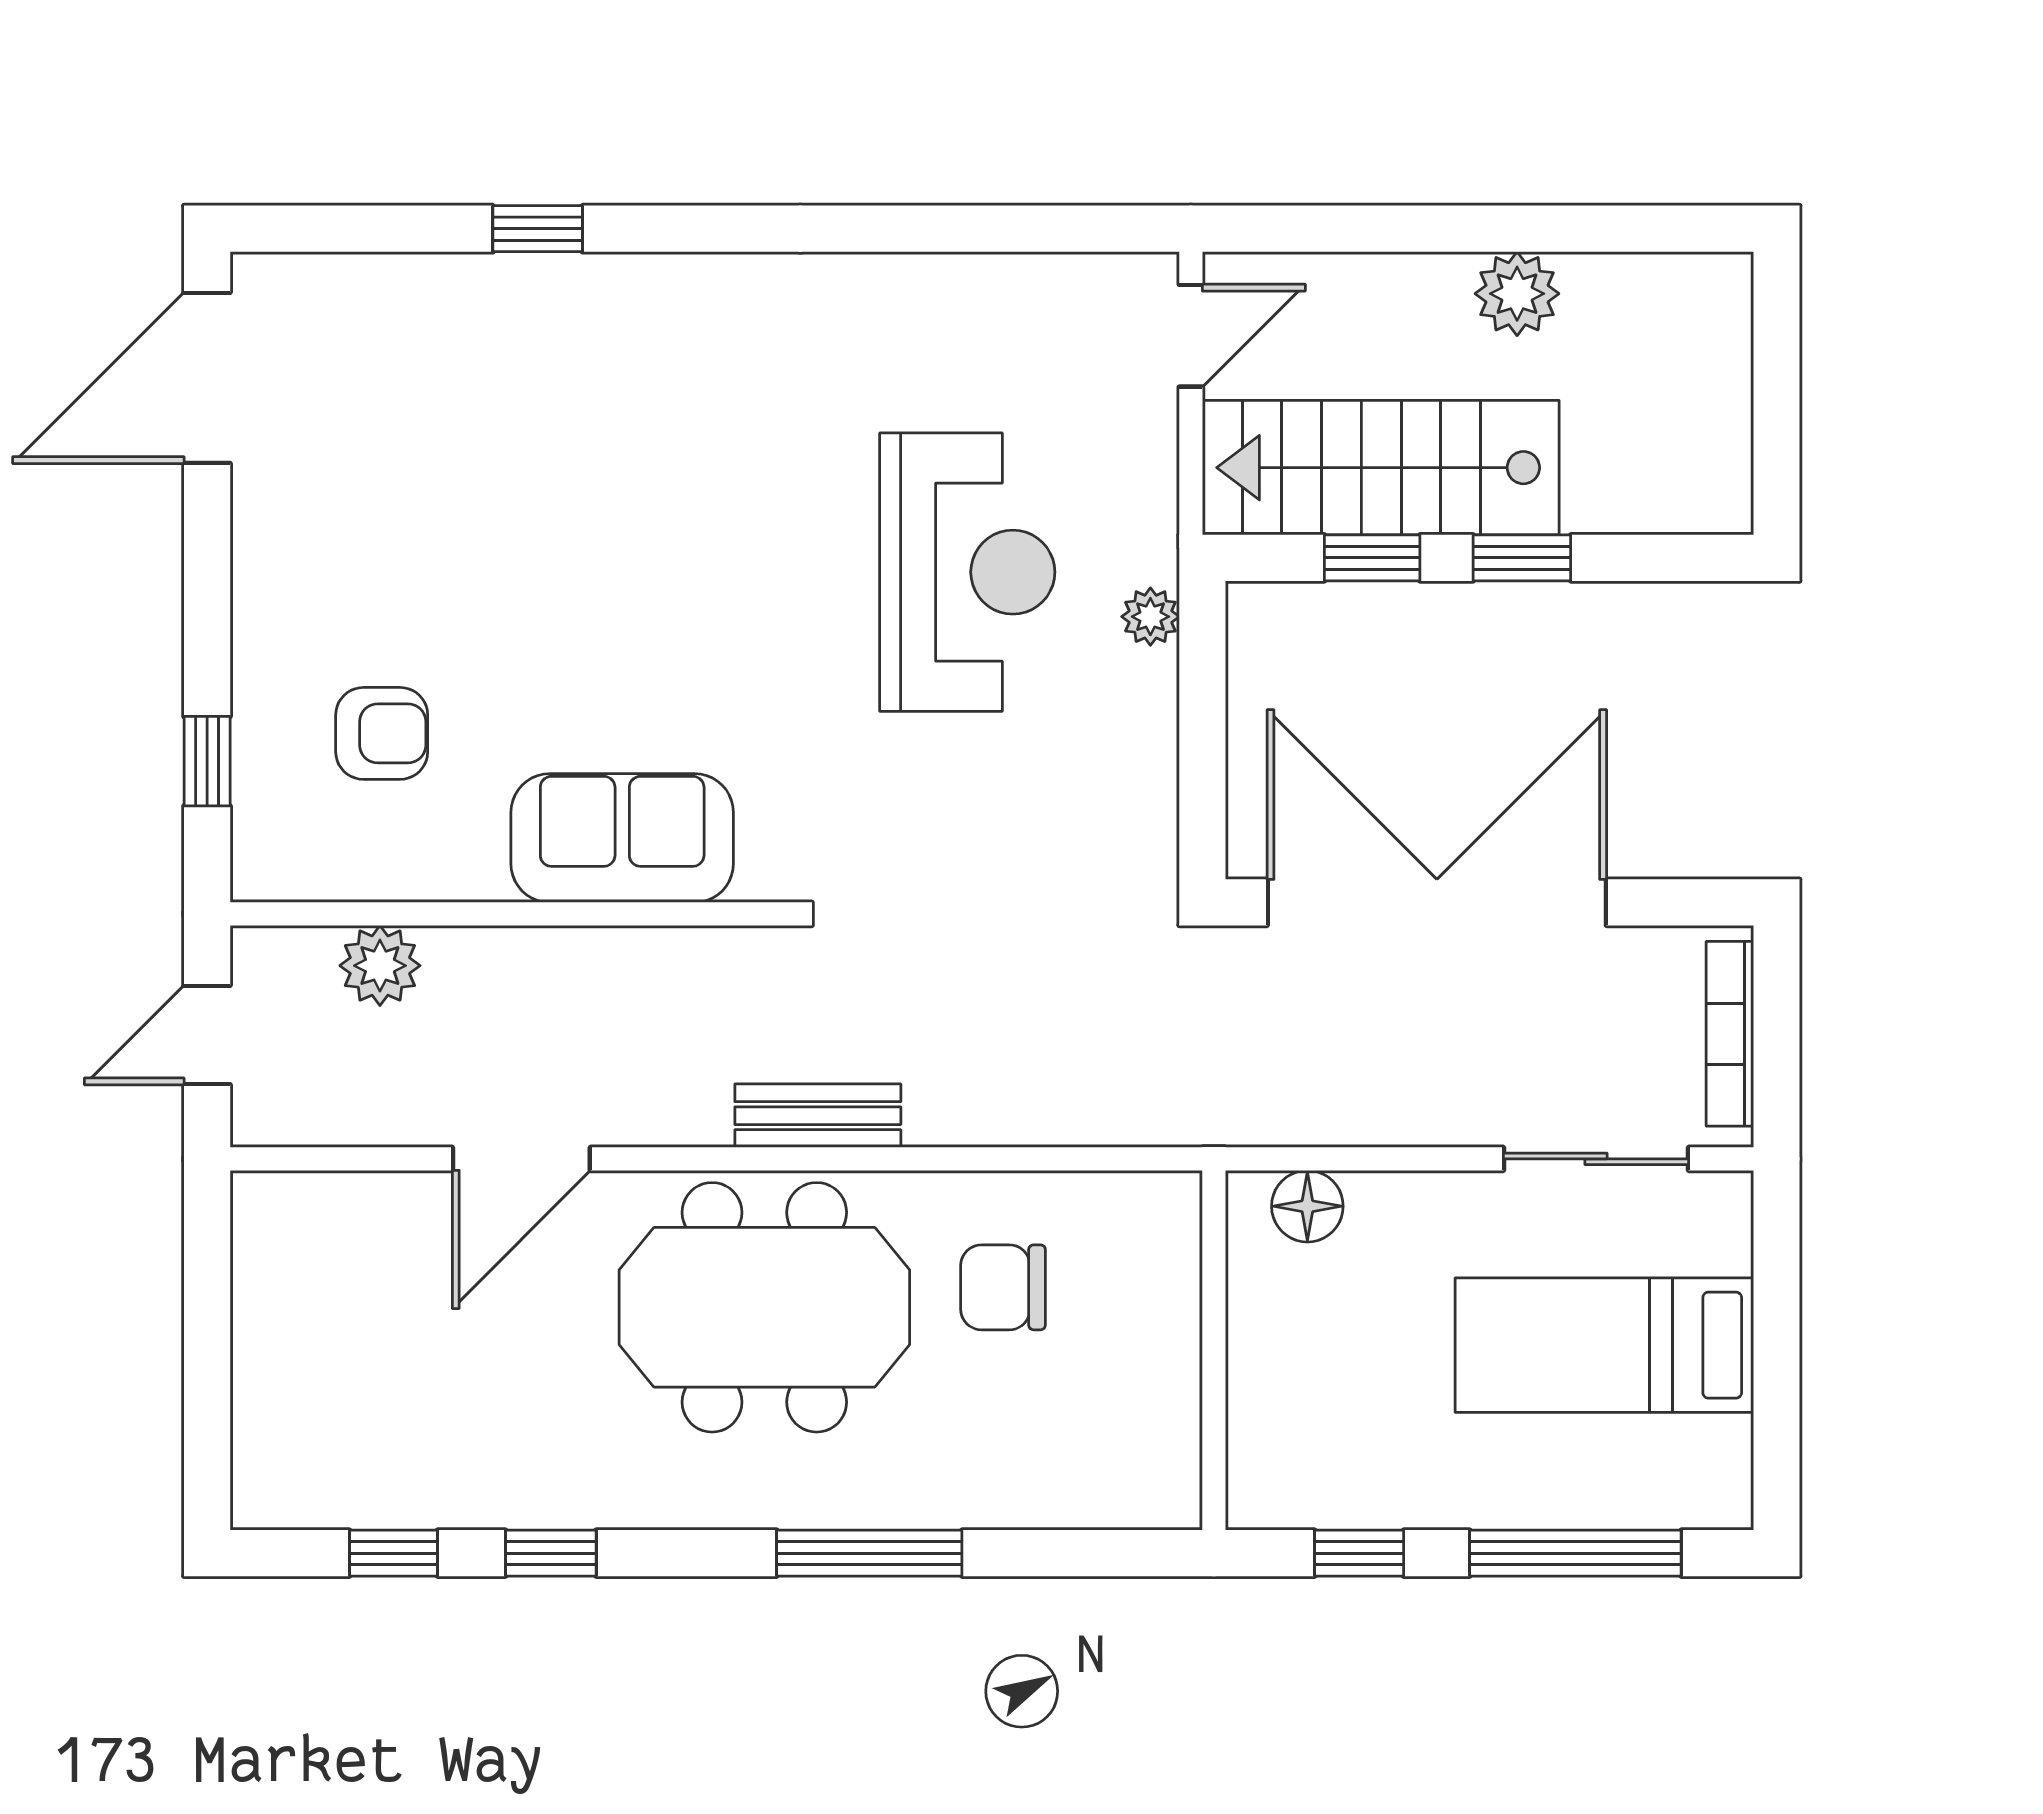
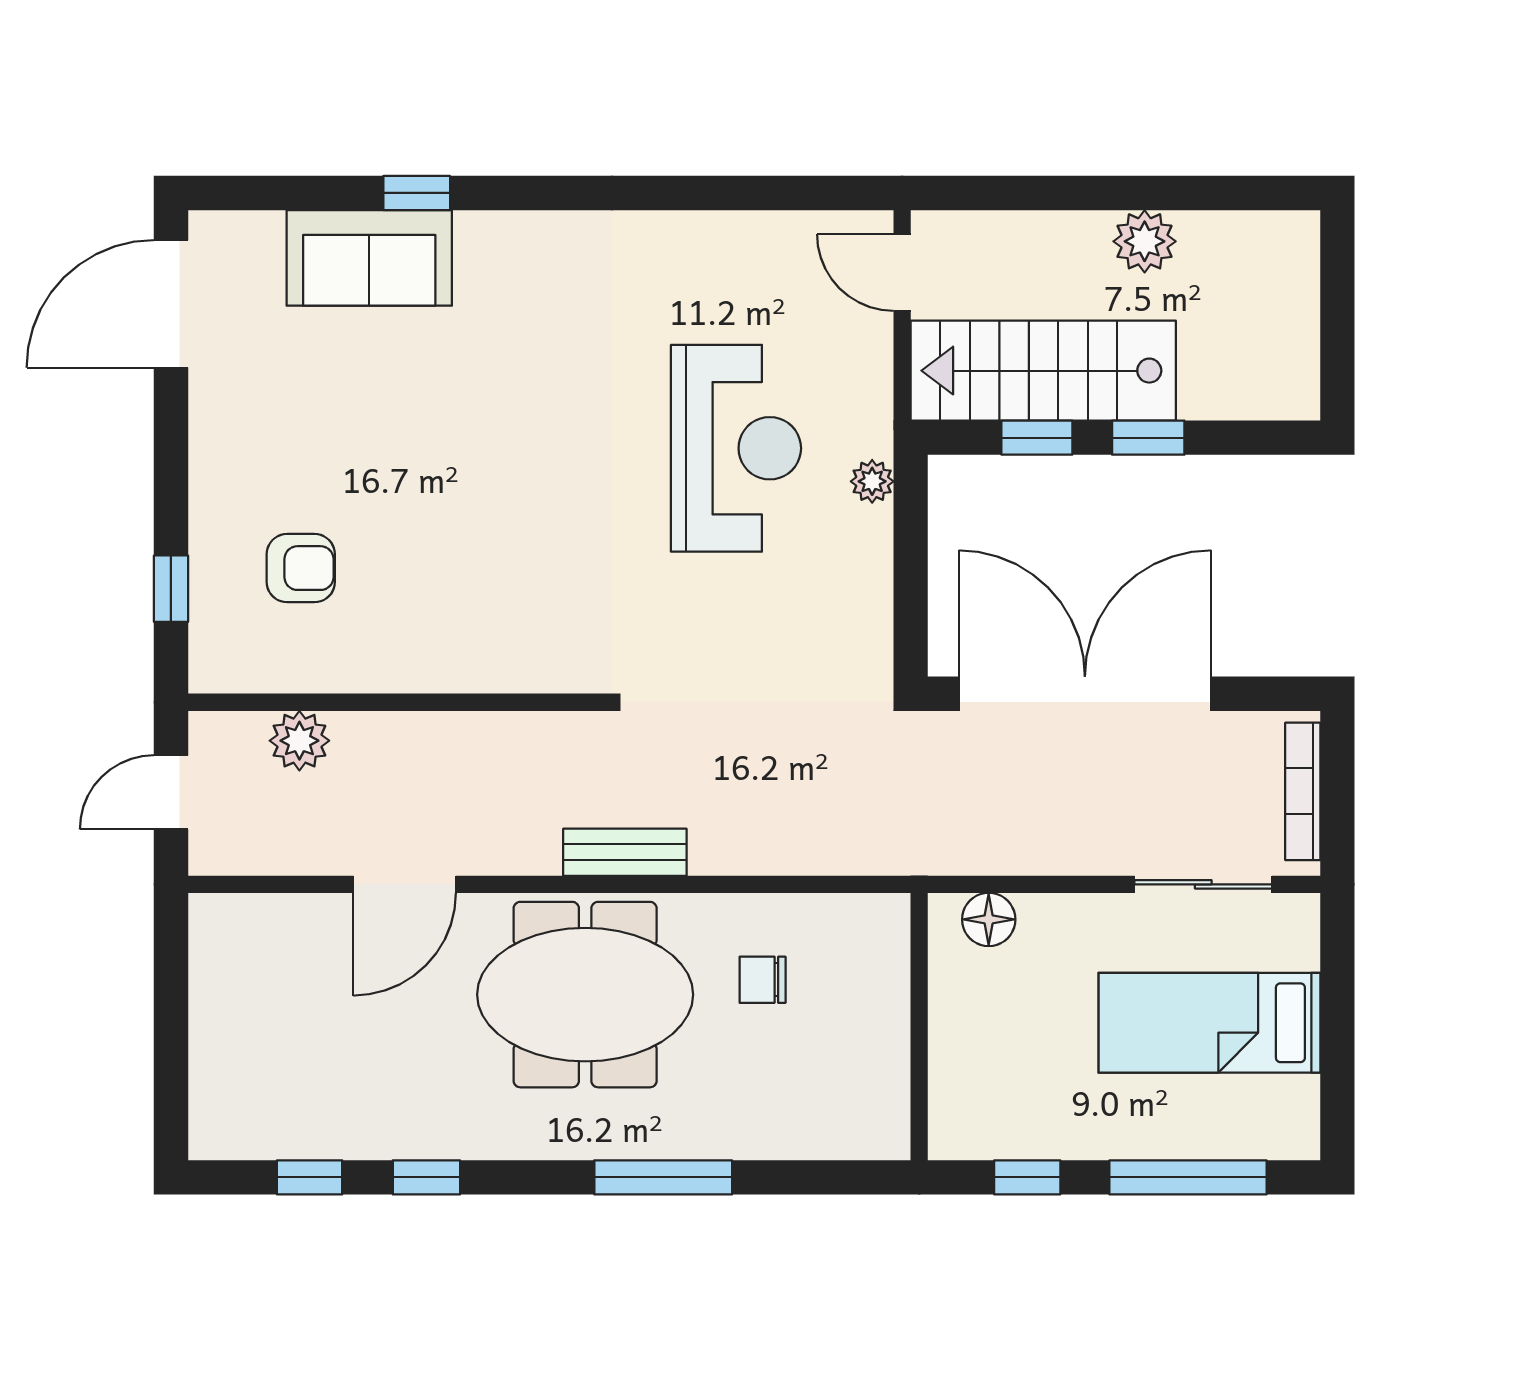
door: (1191, 336) -> (902, 273), swing flipped
sofa: (622, 838) -> (369, 258), moved, turned 180
chair: (1003, 1287) -> (763, 980), width x0.73, depth x0.73

